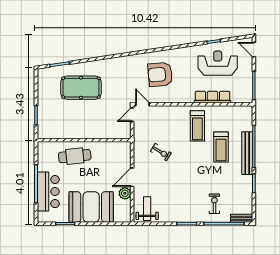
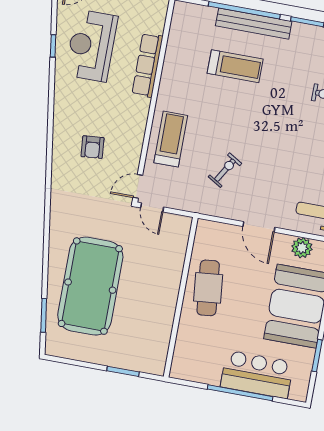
armchair: (160, 74) -> (93, 147), width x0.53, depth x0.53
pool table: (81, 88) -> (90, 286), width x1.36, depth x1.32
treadmill: (197, 126) -> (171, 139), moved, turned -90
cafe table: (75, 156) -> (208, 288), moved
plant: (125, 193) -> (302, 248), moved

